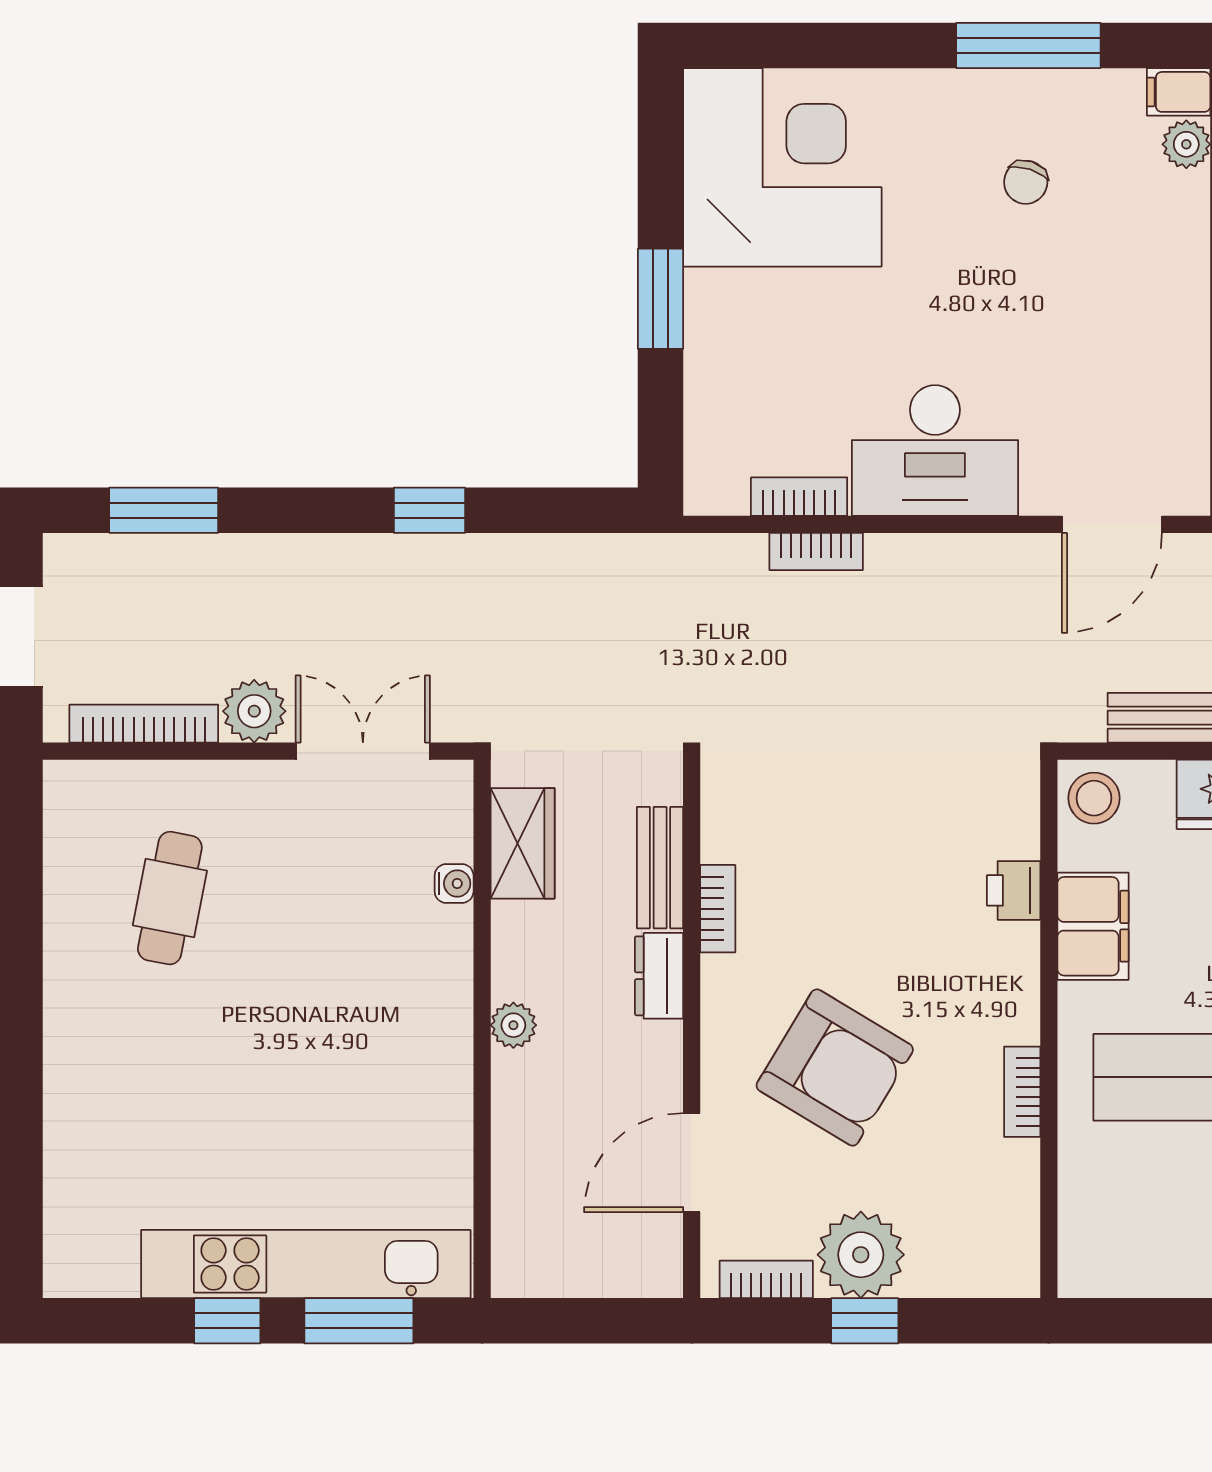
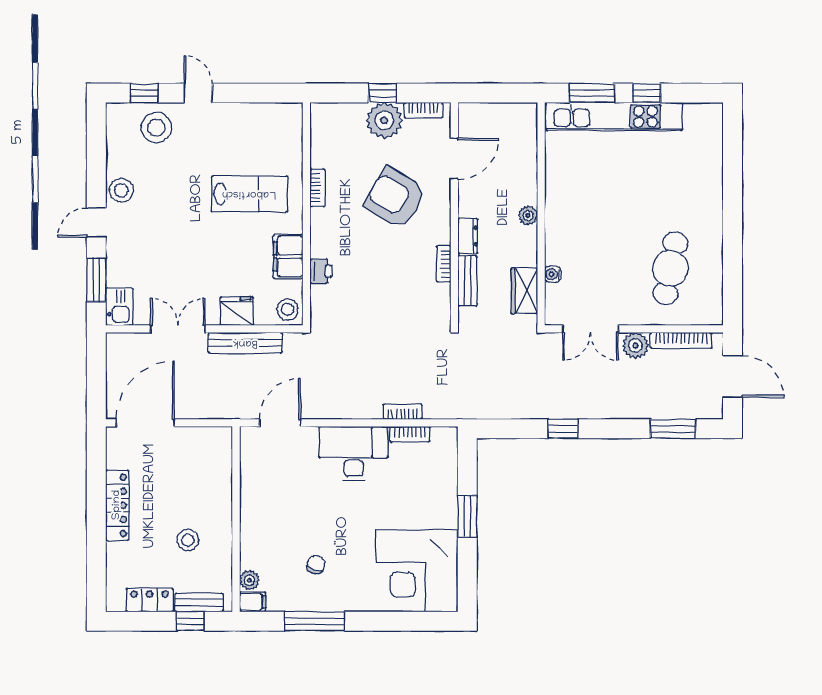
cafe table: (170, 898) -> (670, 268), width x1.37, depth x1.35

